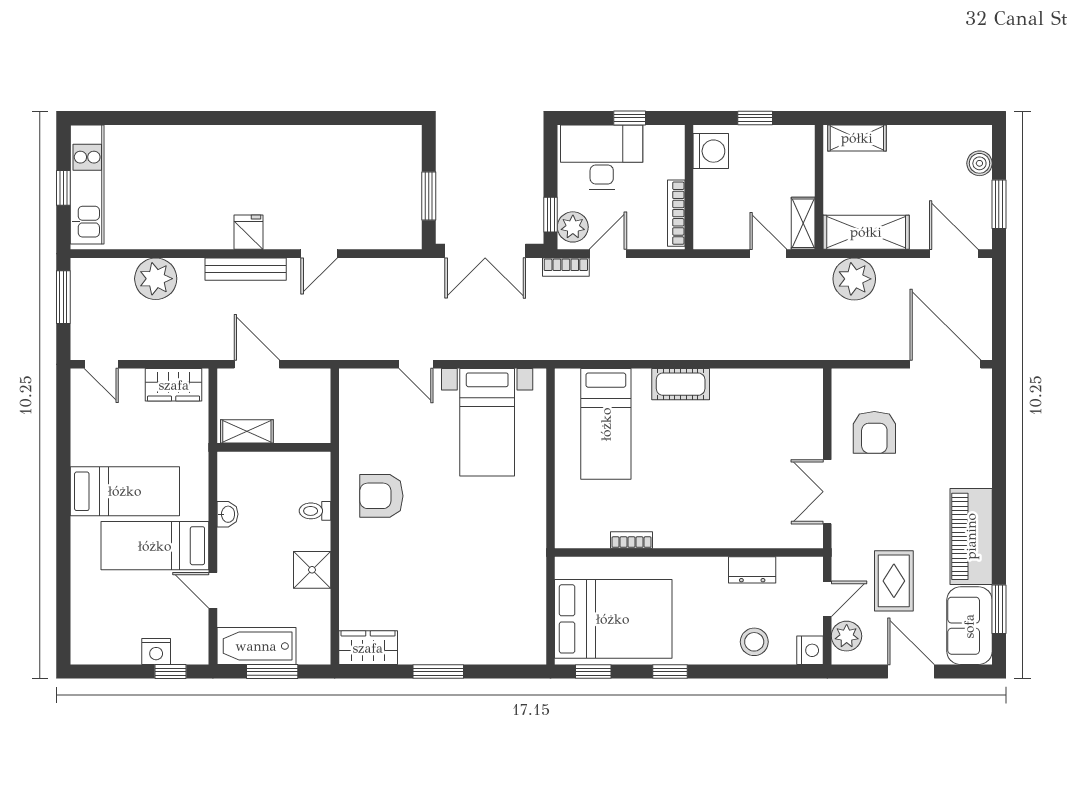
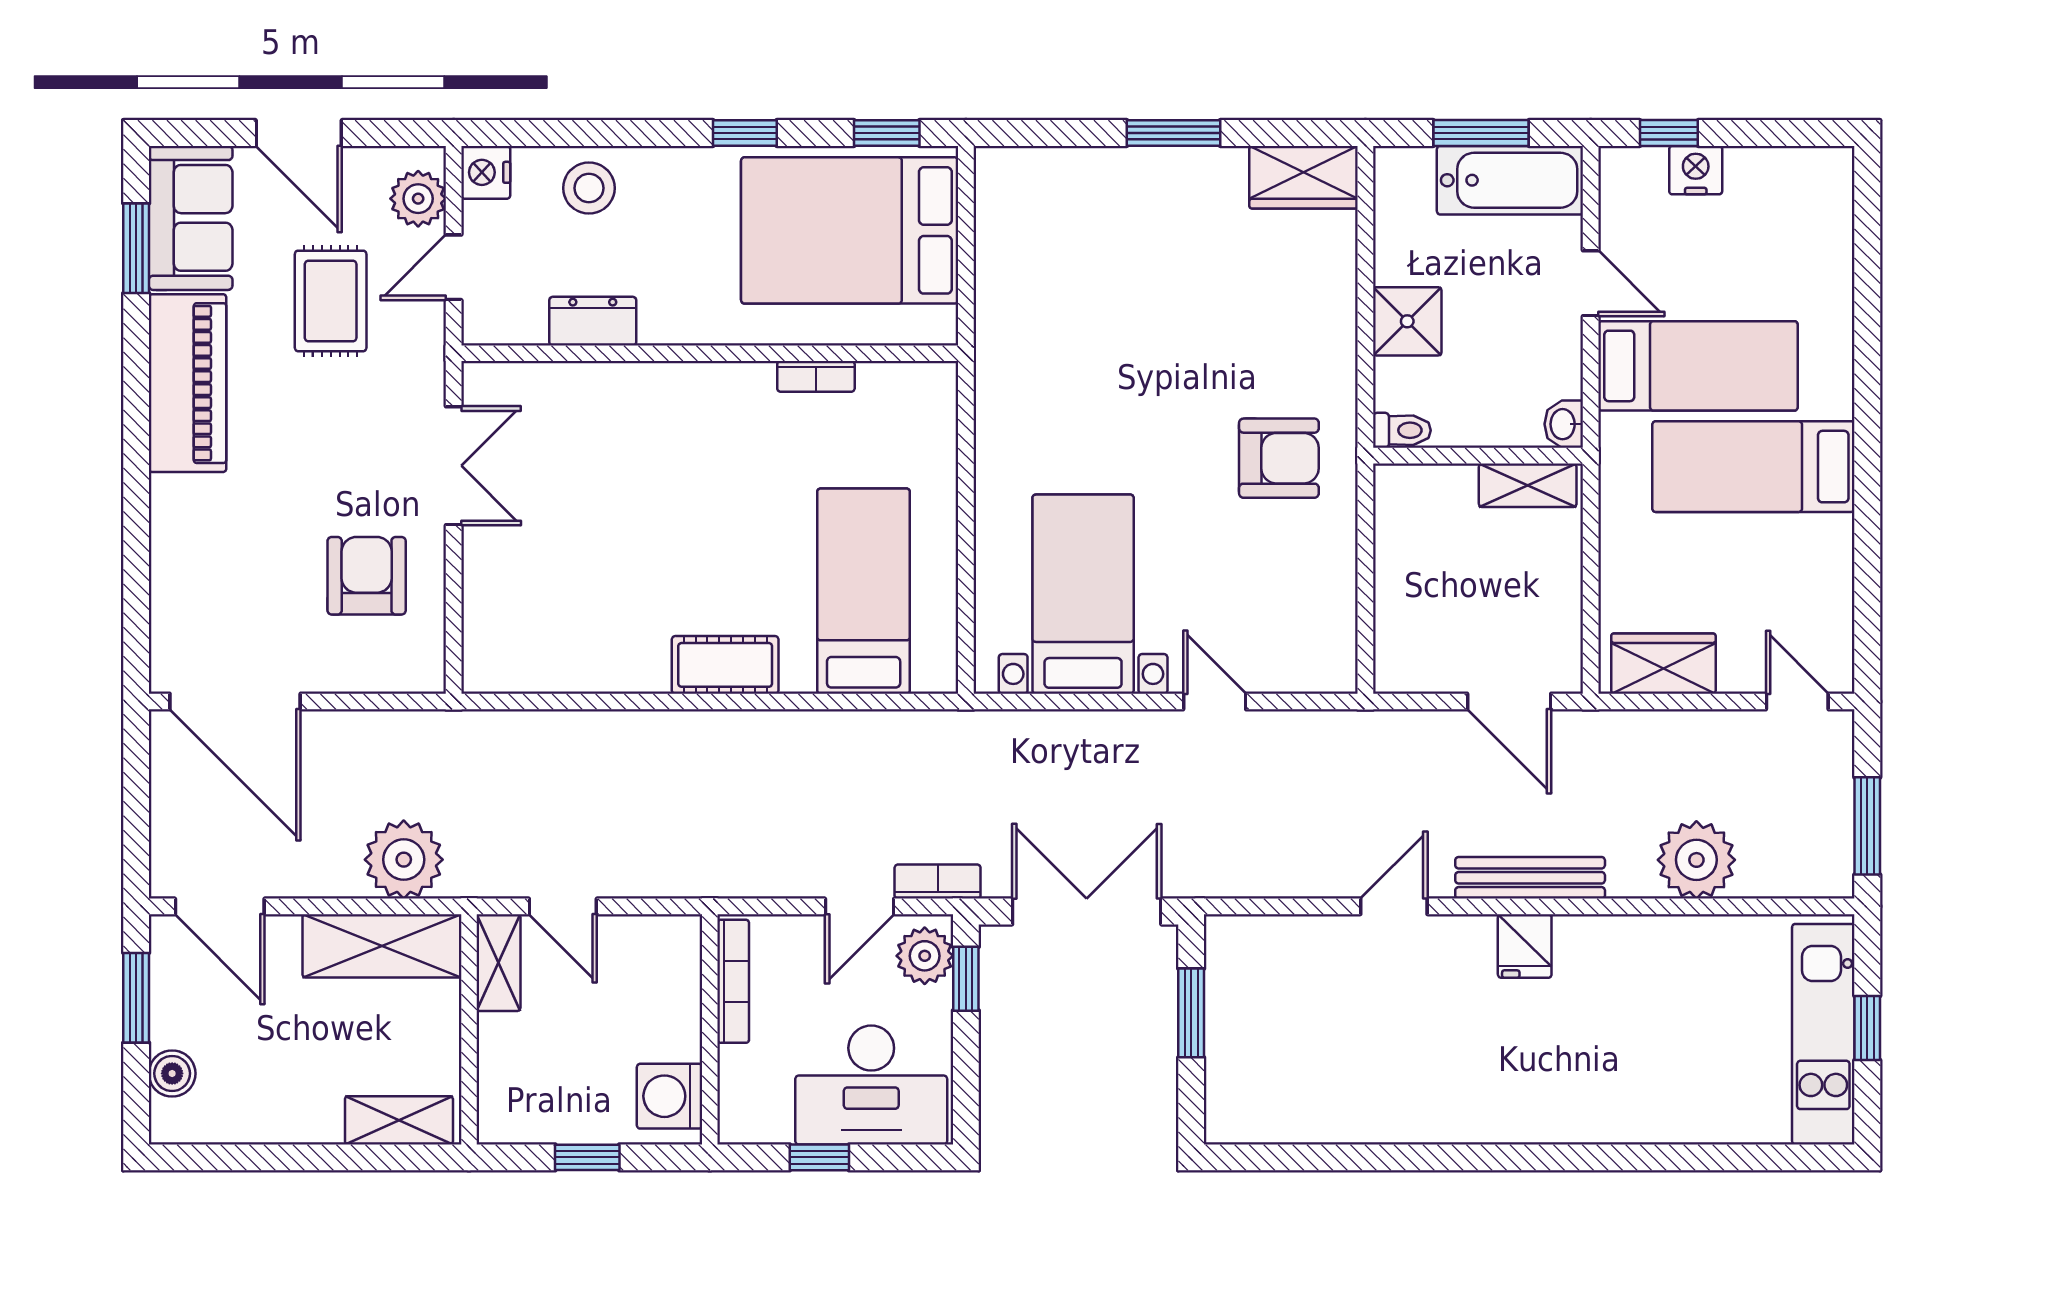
shelving: (247, 431) -> (1528, 485), moved
wall: (274, 447) -> (1478, 456), moved

